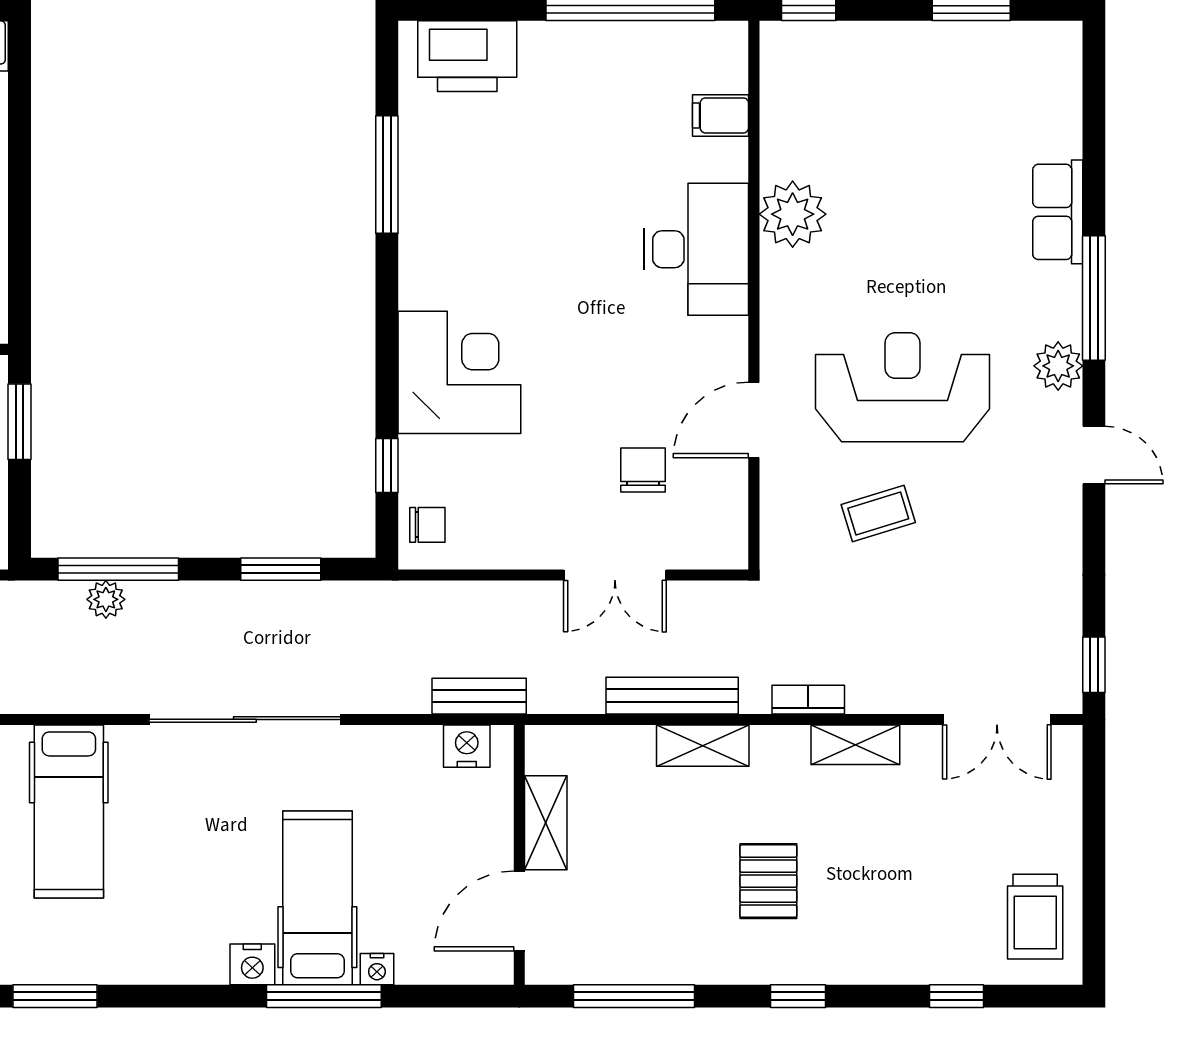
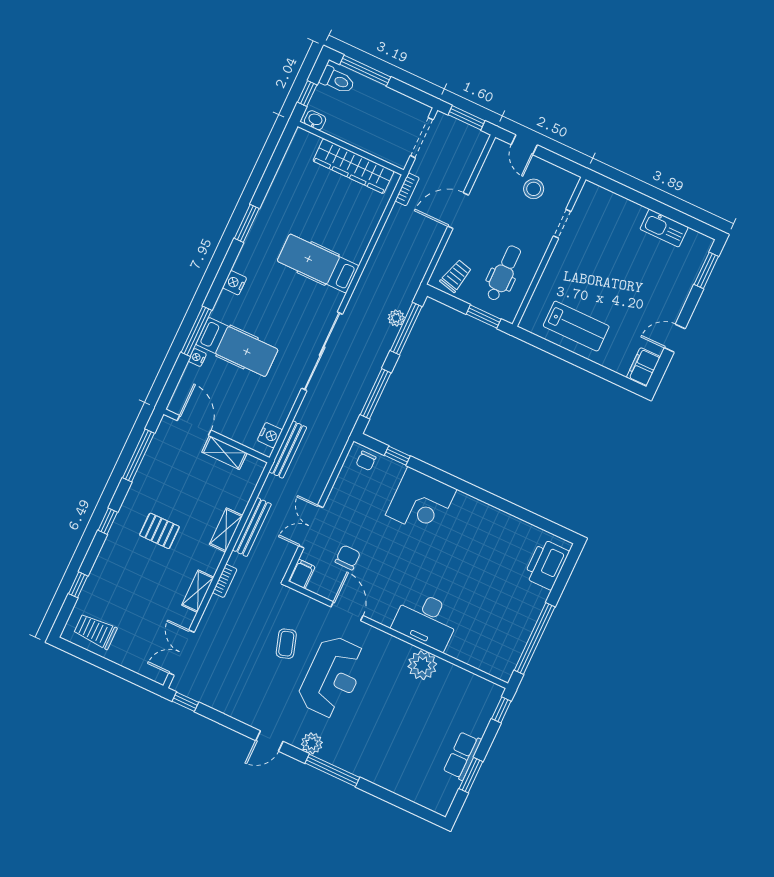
filing cabinet: (721, 115) -> (302, 574), moved
window: (387, 175) -> (514, 510), removed
row of seats: (1058, 212) -> (462, 756), moved, turned -90
chair: (643, 470) -> (348, 557), turned -90
window: (281, 569) -> (376, 394), width x1.44
bench: (479, 696) -> (288, 450), width x1.36
nightstand: (252, 964) -> (235, 283), moved

